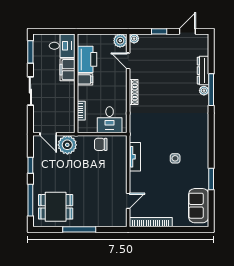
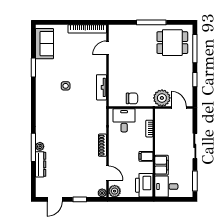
printer: (87, 59) -> (144, 185), moved

